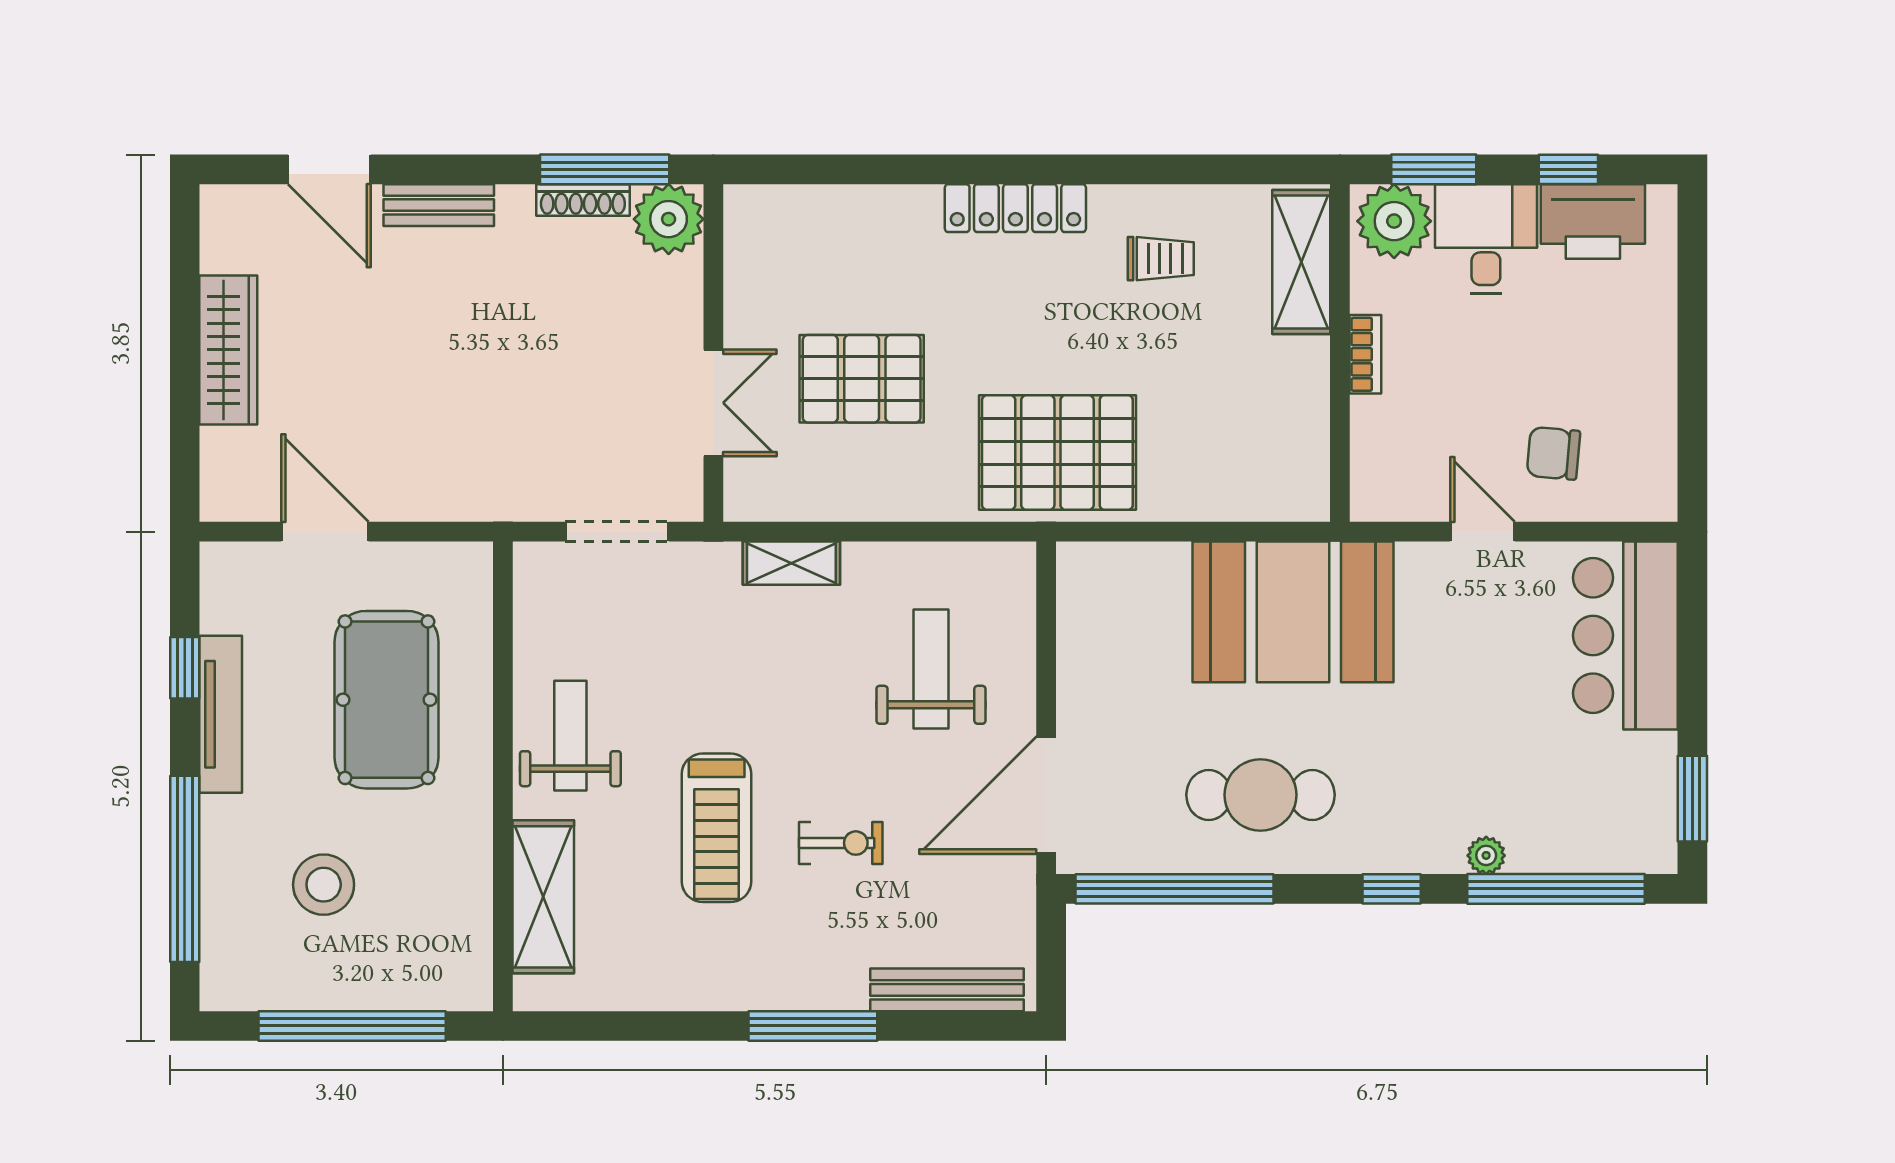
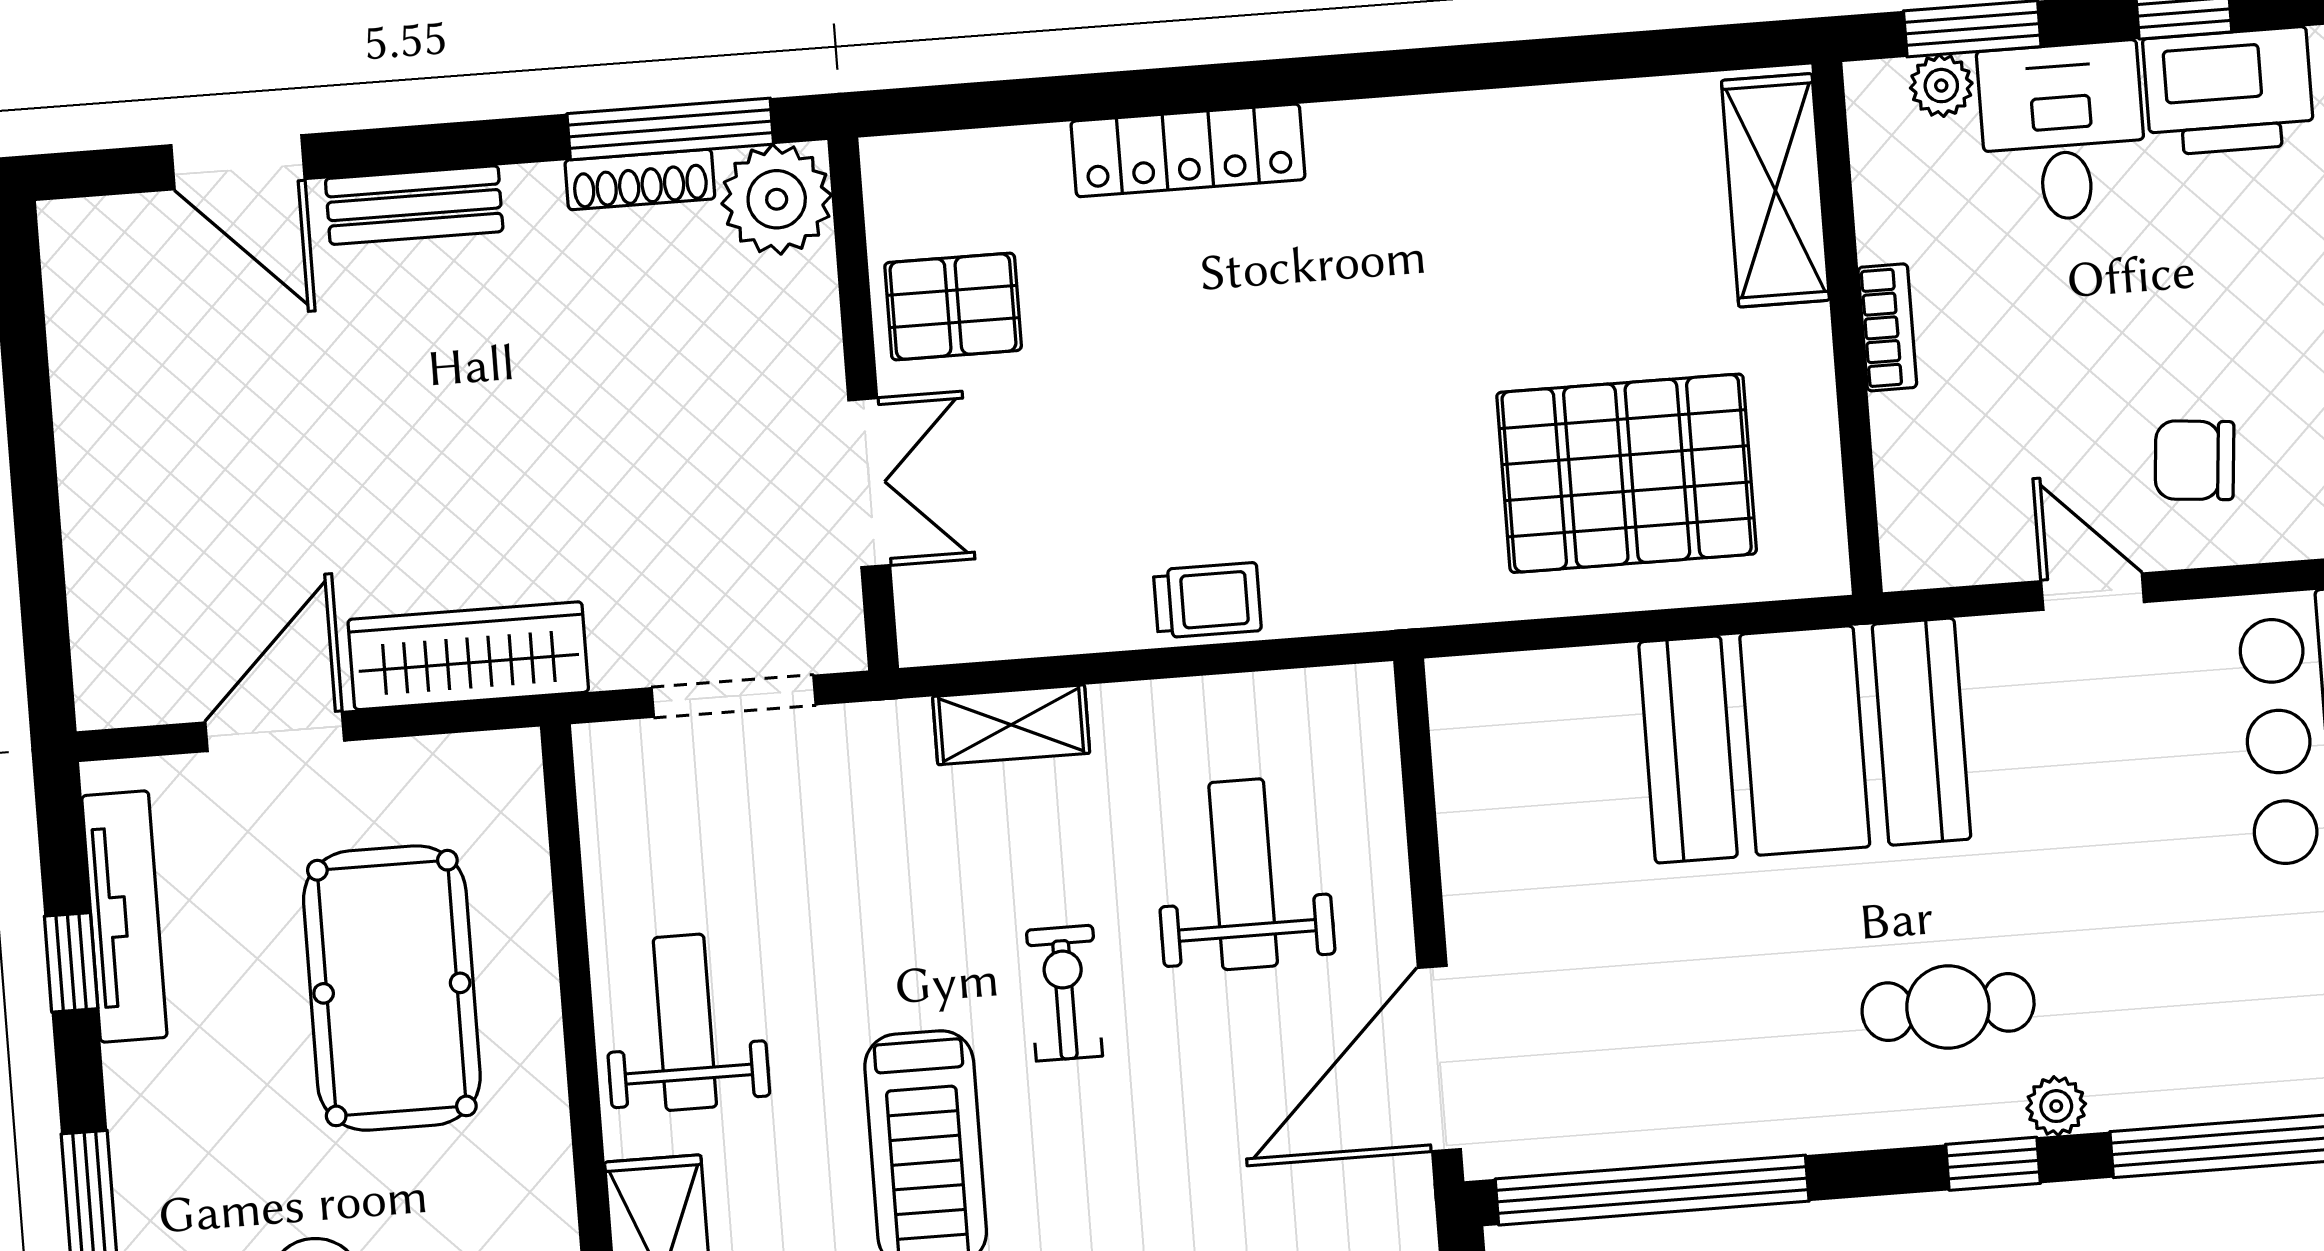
locker: (1015, 208) -> (1188, 150), moved
plant: (1394, 221) -> (1941, 86), width x0.53, depth x0.53
trolley: (1161, 259) -> (1207, 600), moved
wardrobe: (228, 350) -> (468, 656), moved, turned -90
pallet: (862, 379) -> (953, 306), moved, width x0.67, depth x0.71
pallet: (1057, 453) -> (1627, 473), moved
door: (325, 532) -> (275, 732), hinge flipped
tv unit: (221, 714) -> (124, 917), moved
cafe table: (1260, 795) -> (1948, 1007), moved, width x0.73, depth x0.74
exercise bike: (841, 843) -> (1064, 993), moved, turned -90
plant: (1486, 855) -> (2056, 1106), moved

